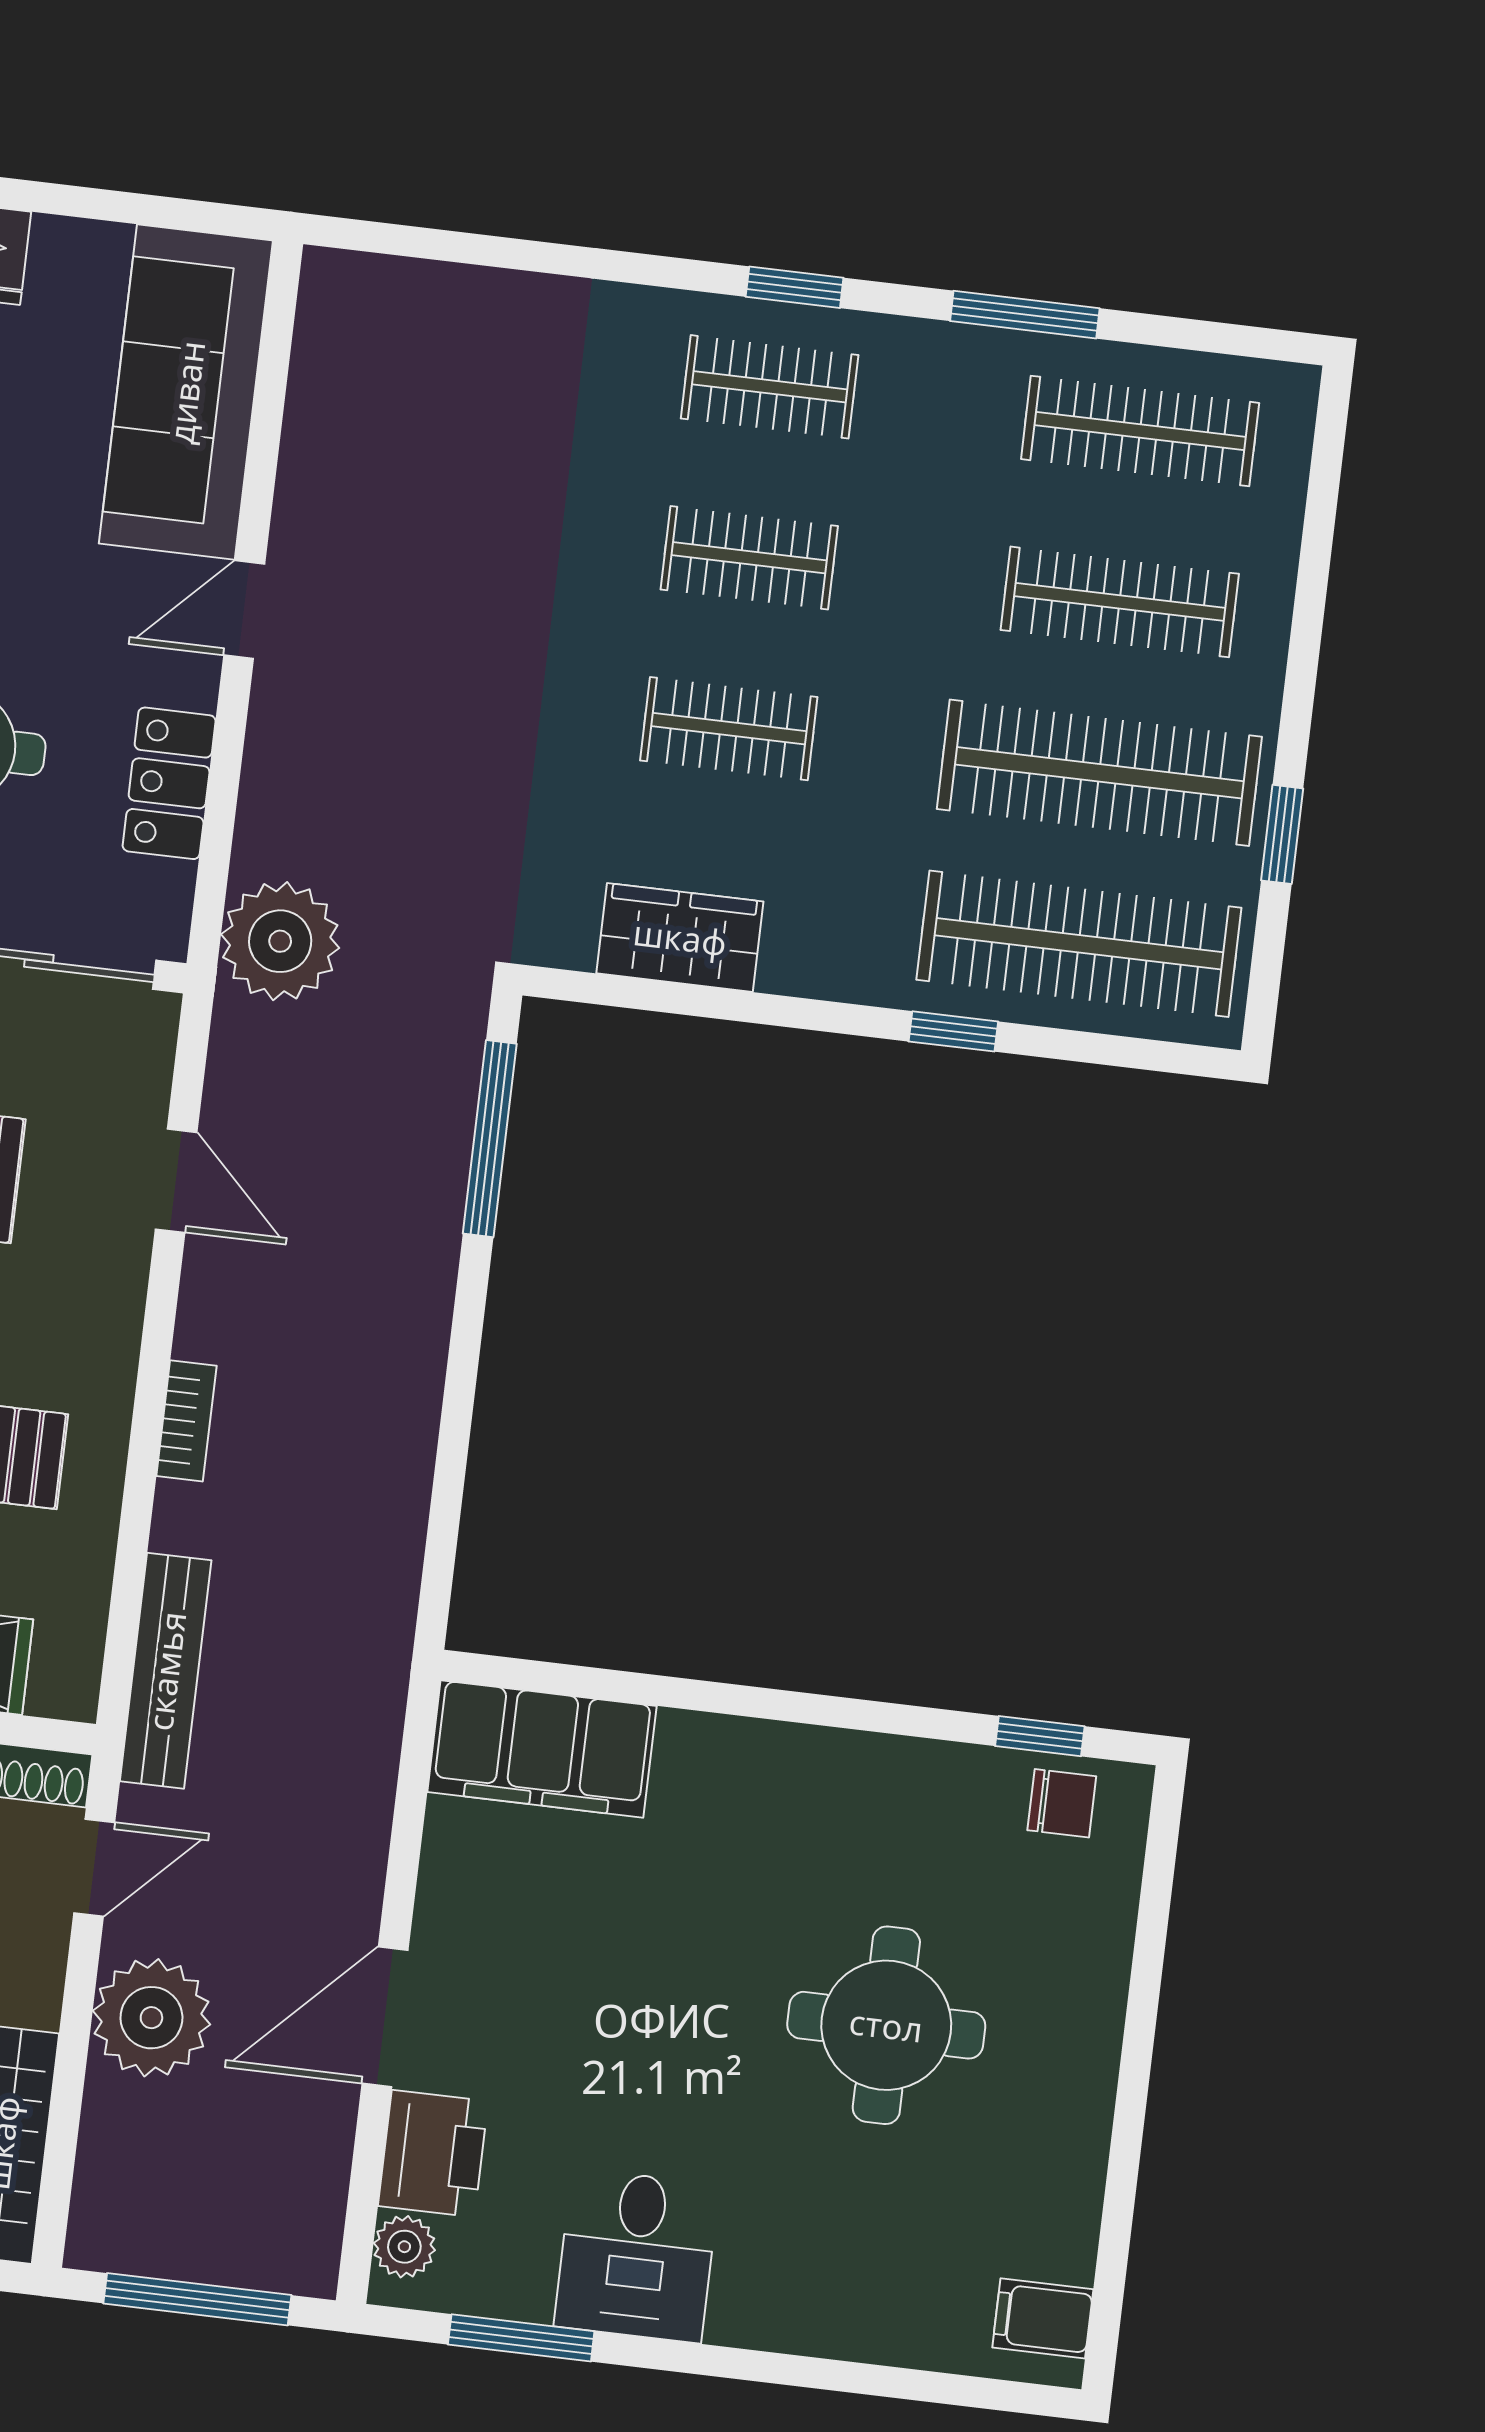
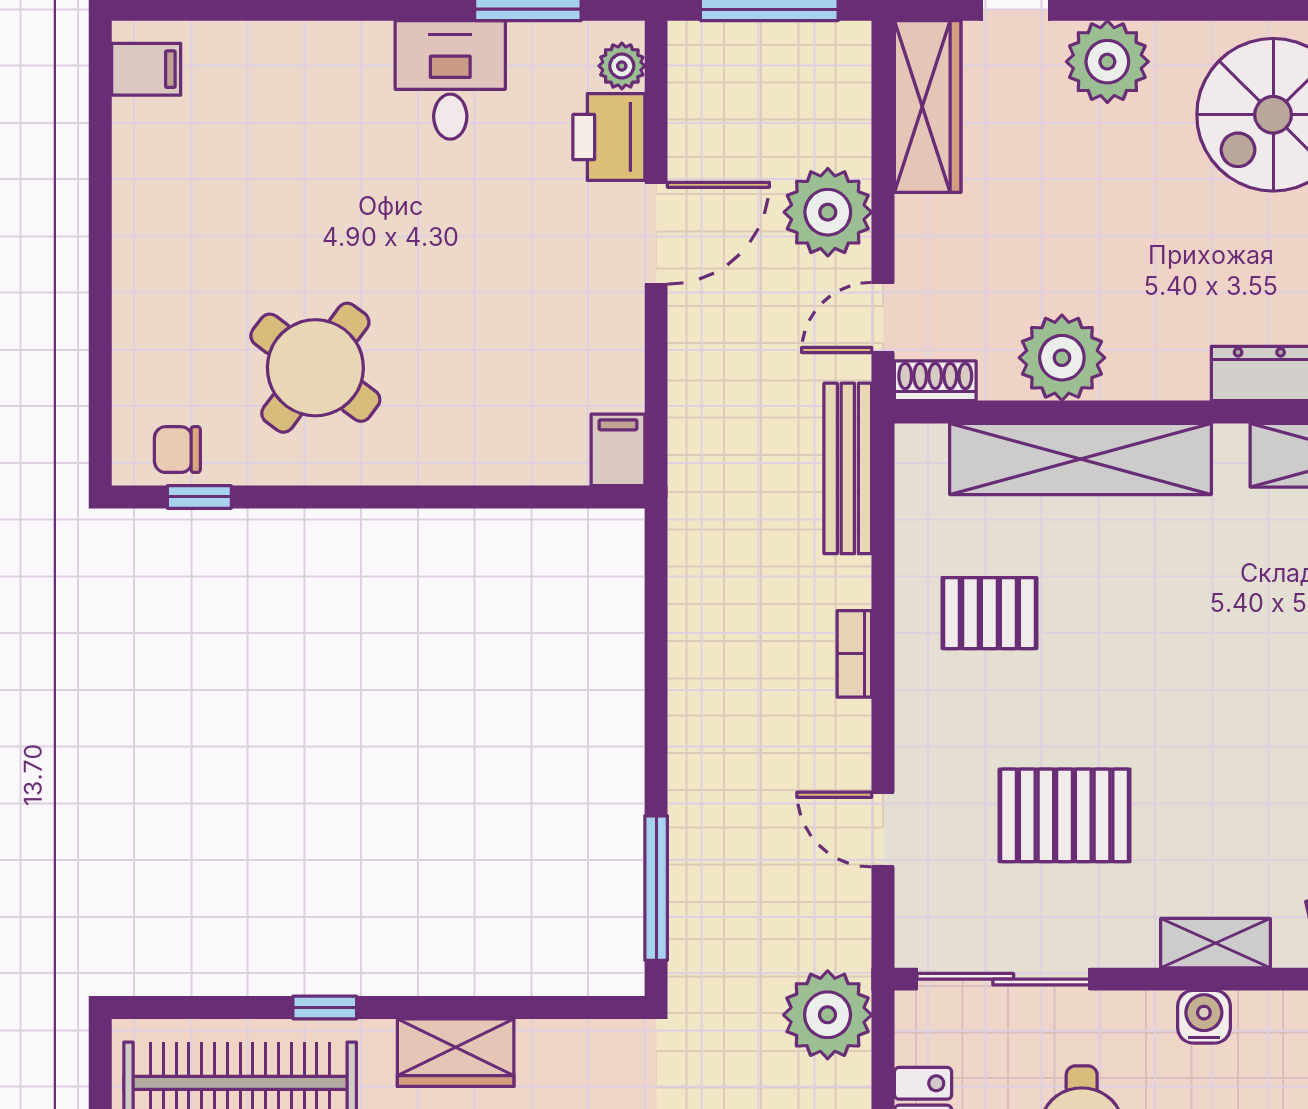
wardrobe: (680, 937) -> (456, 1053), moved
filing cabinet: (542, 1749) -> (618, 450), width x0.33, depth x0.86
round table: (886, 2025) -> (315, 368), moved, turned 37

